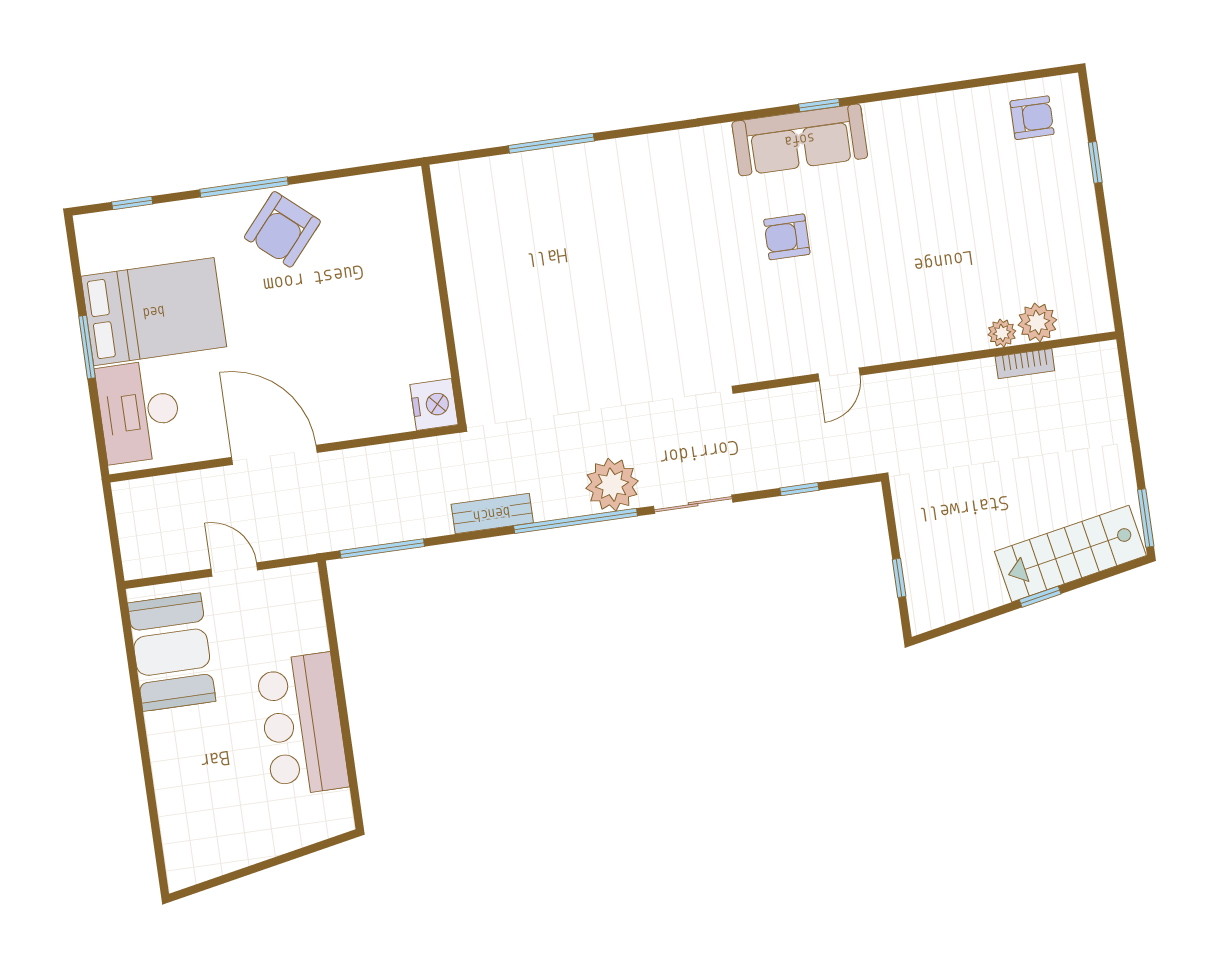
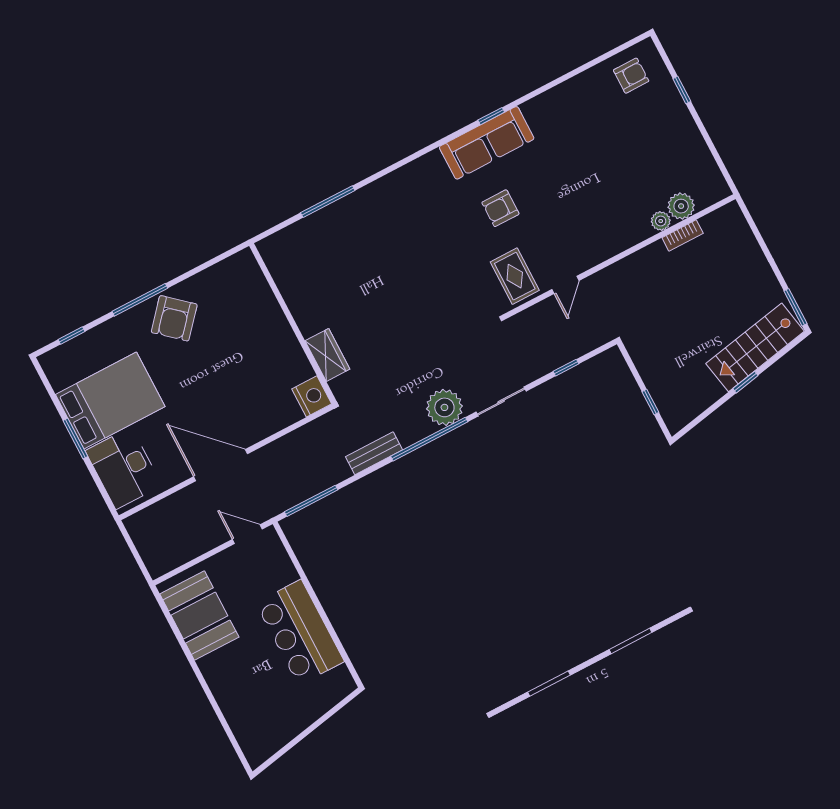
rug: (773, 338) -> (515, 276), added
wardrobe: (476, 355) -> (327, 355), added
door: (234, 569) -> (247, 534), moved

